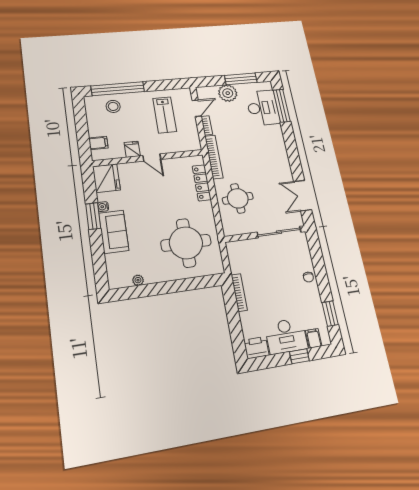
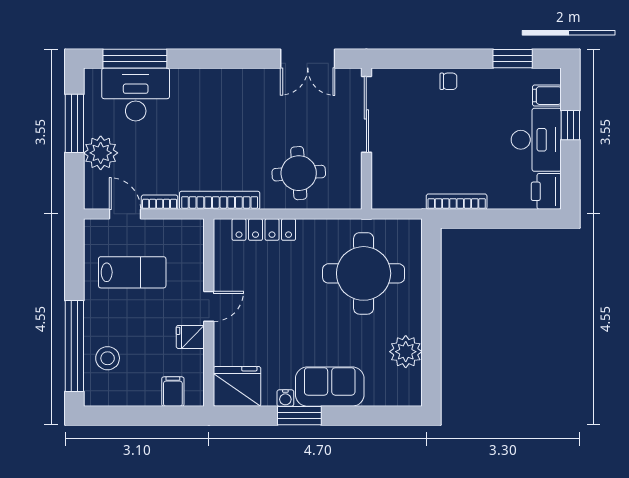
plant: (138, 280) -> (406, 352), width x1.87, depth x1.87

